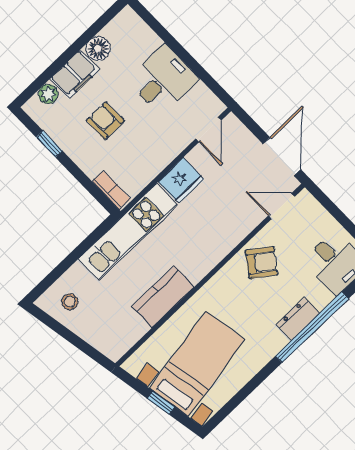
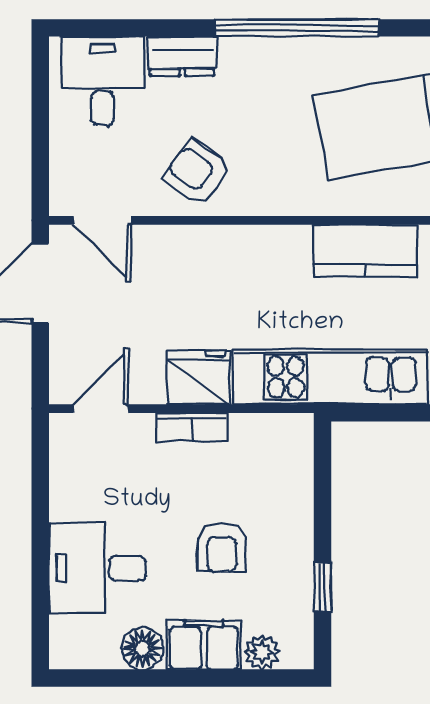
desk: (163, 80) -> (97, 568), moved
bookcase: (111, 190) -> (192, 427), moved, turned -90
dresser: (298, 319) -> (182, 56), moved
window: (312, 327) -> (297, 28), moved

